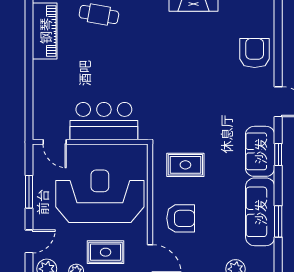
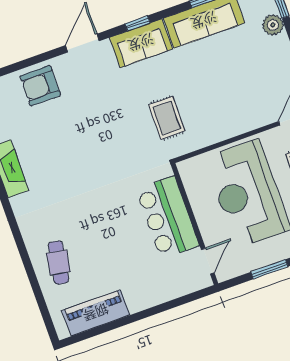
rug: (185, 165) -> (167, 118), moved
armchair: (181, 218) -> (241, 101), removed

